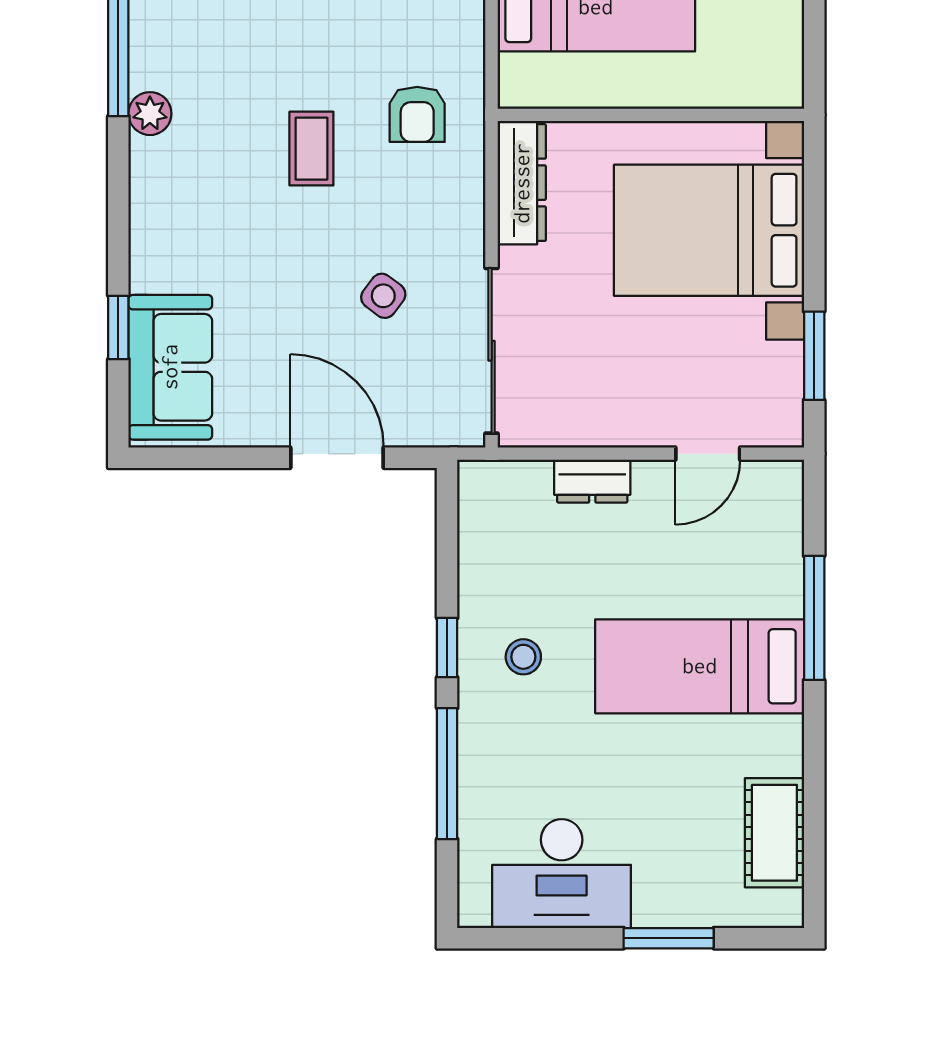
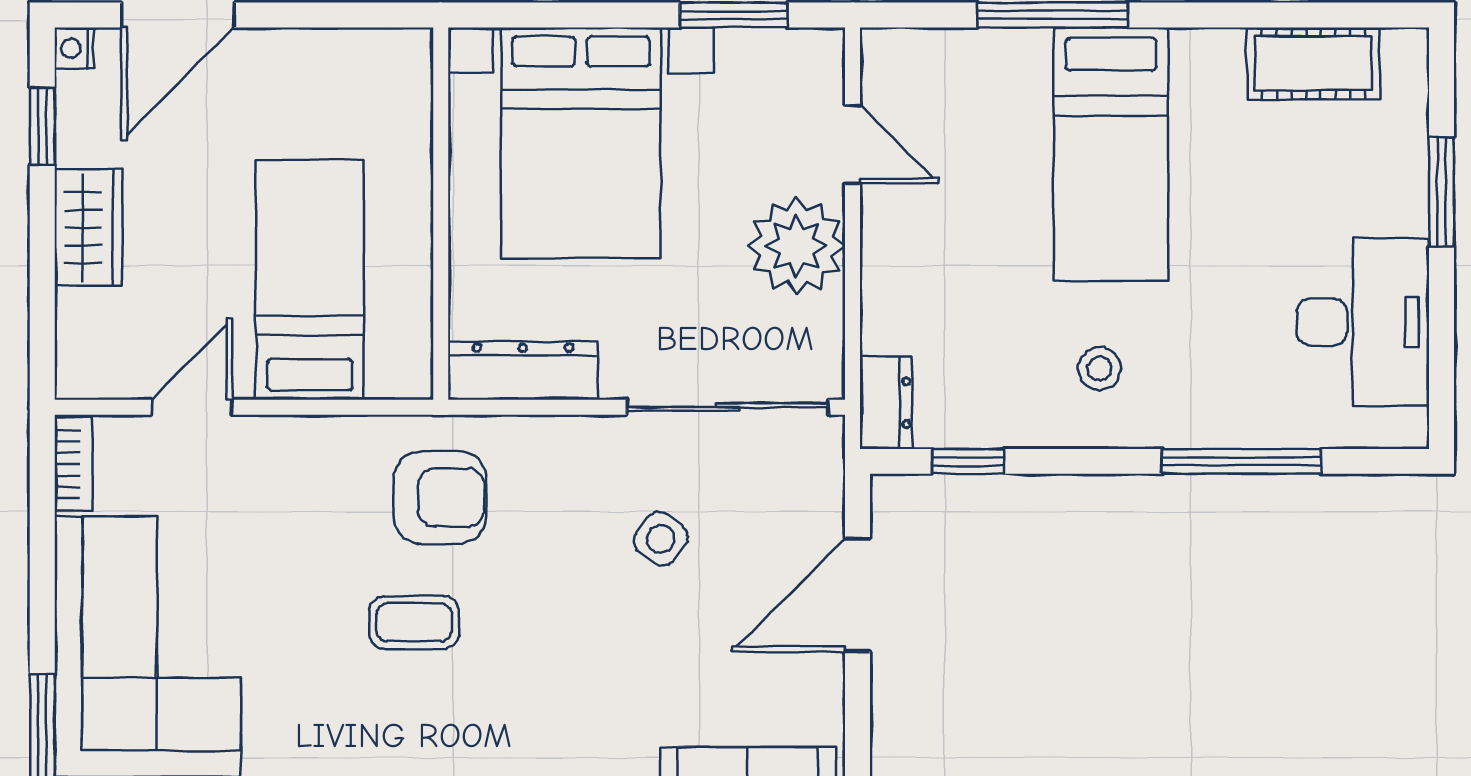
armchair: (417, 114) -> (440, 498), width x1.38, depth x1.38
coffee table: (311, 149) -> (414, 622), moved
plant: (624, 408) -> (797, 246), added
dresser: (592, 481) -> (886, 403), moved
window: (447, 648) -> (968, 461), moved

